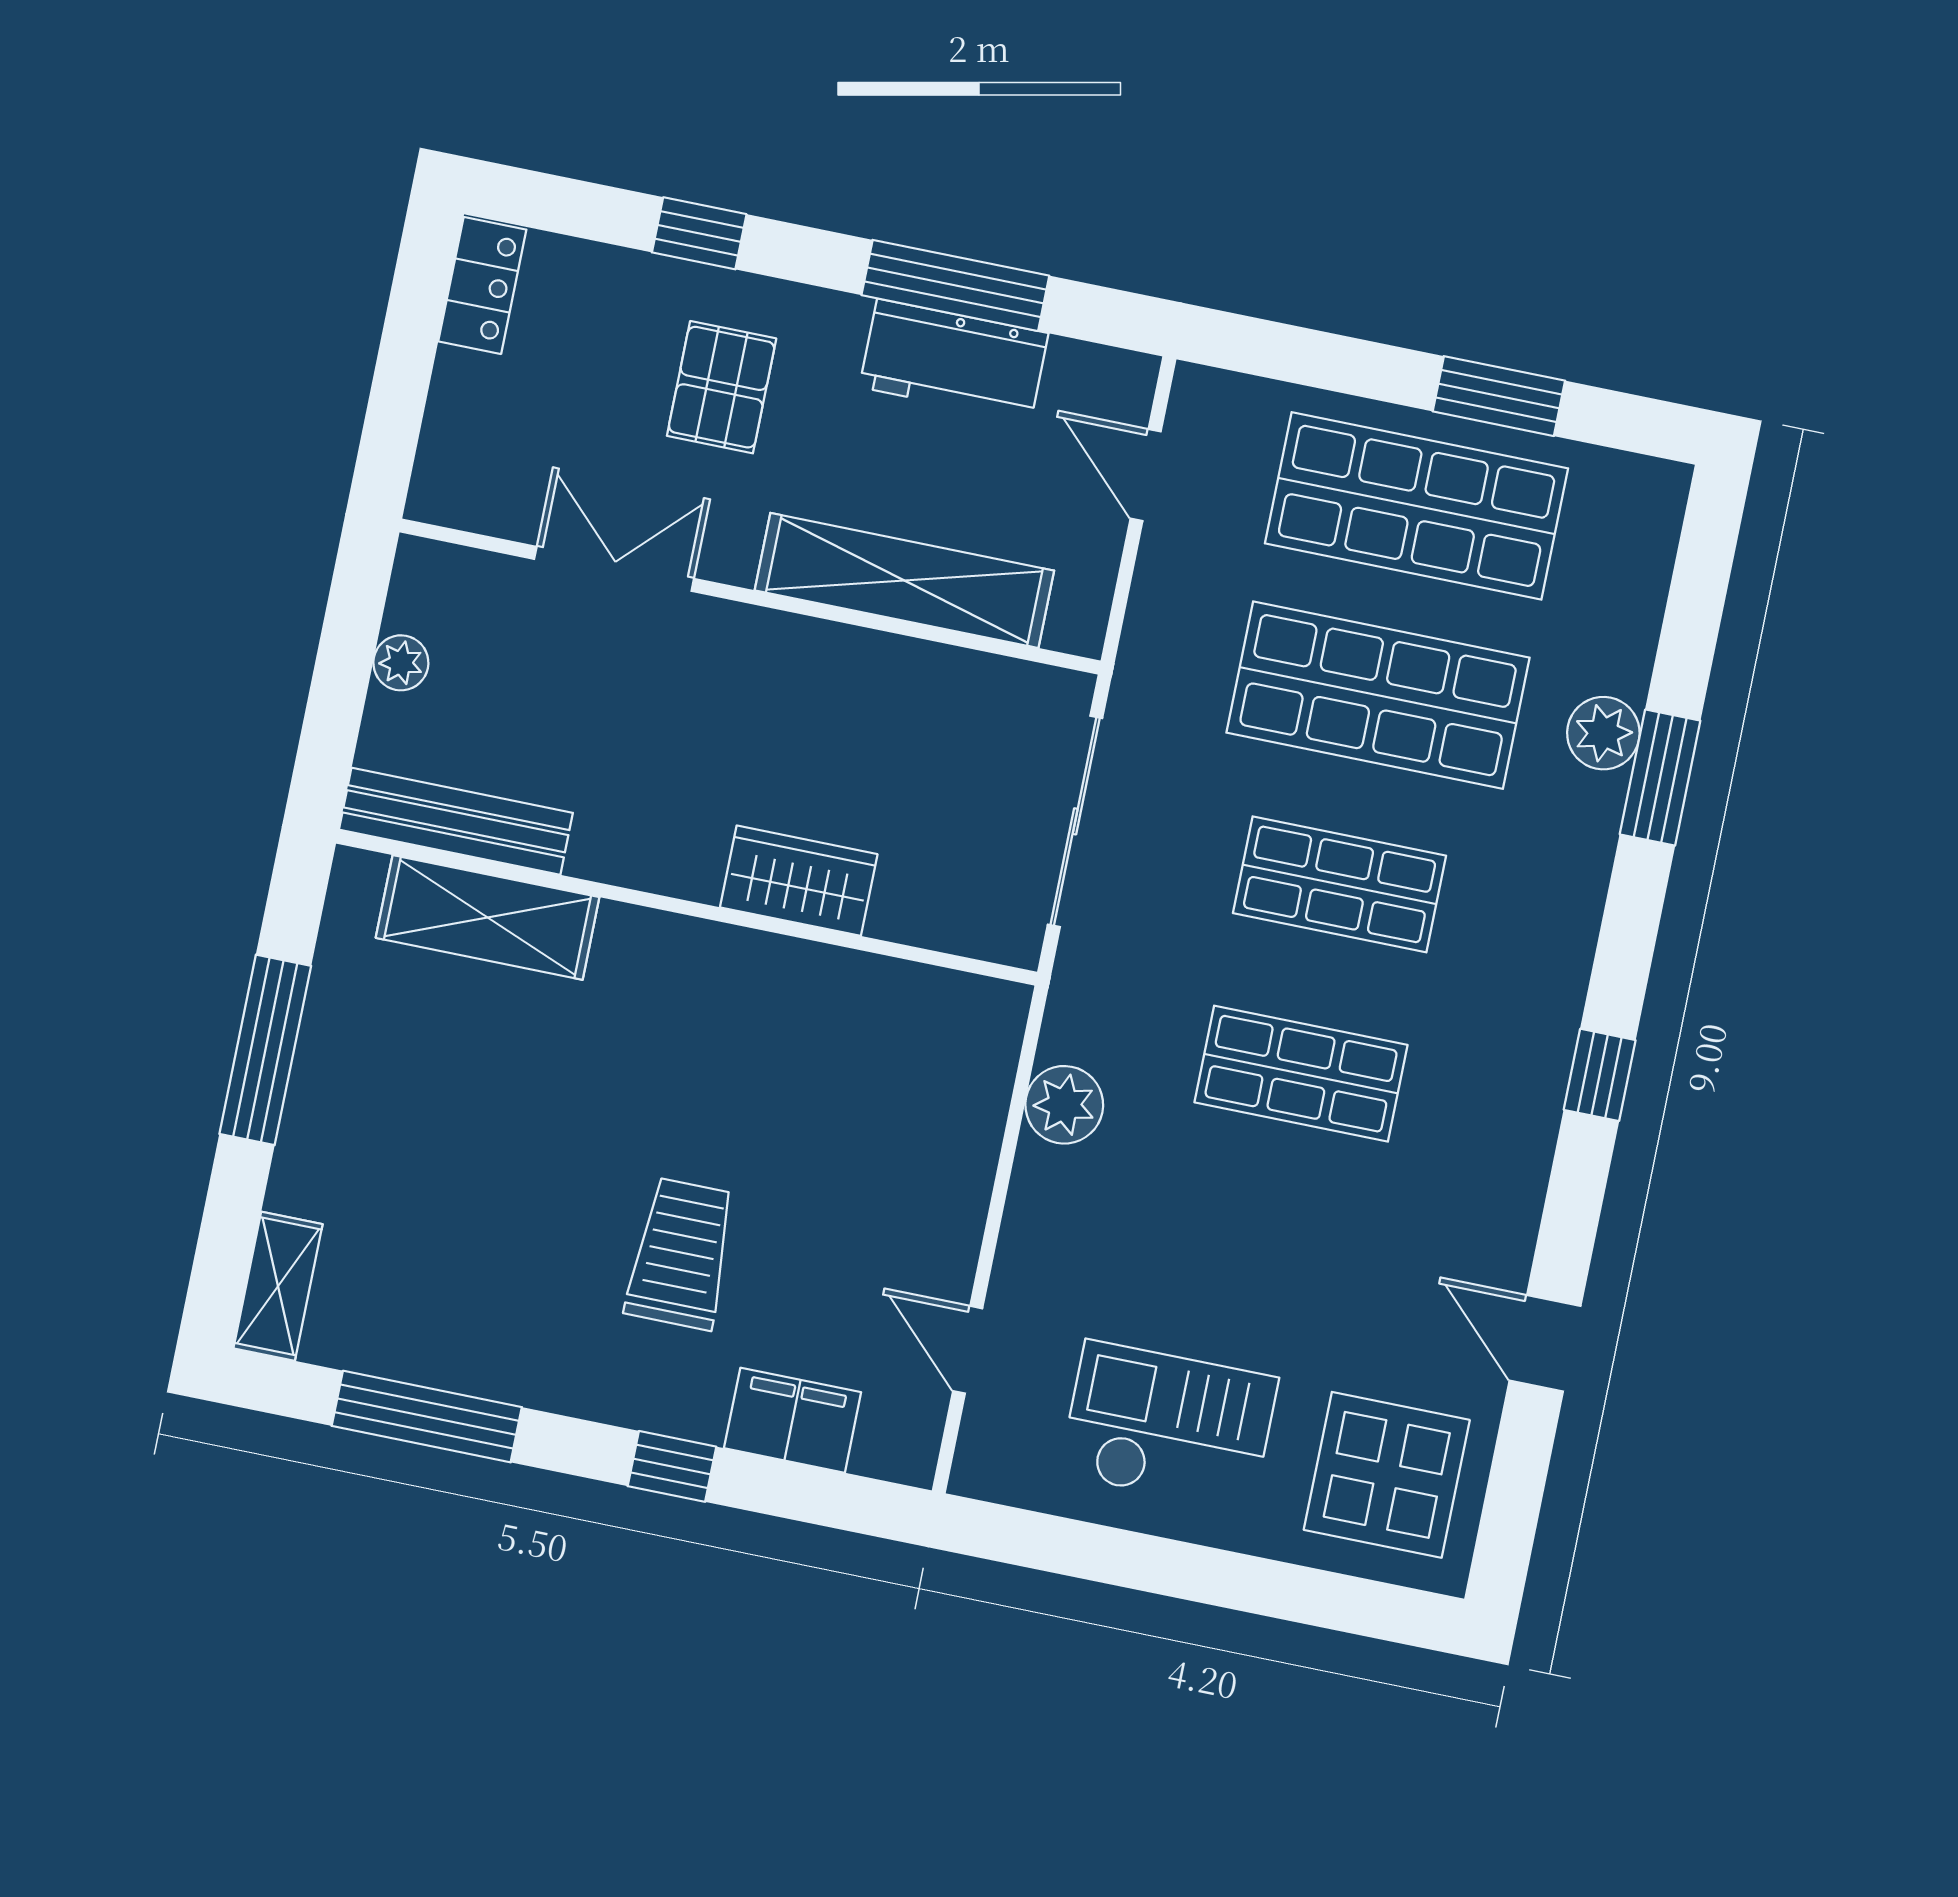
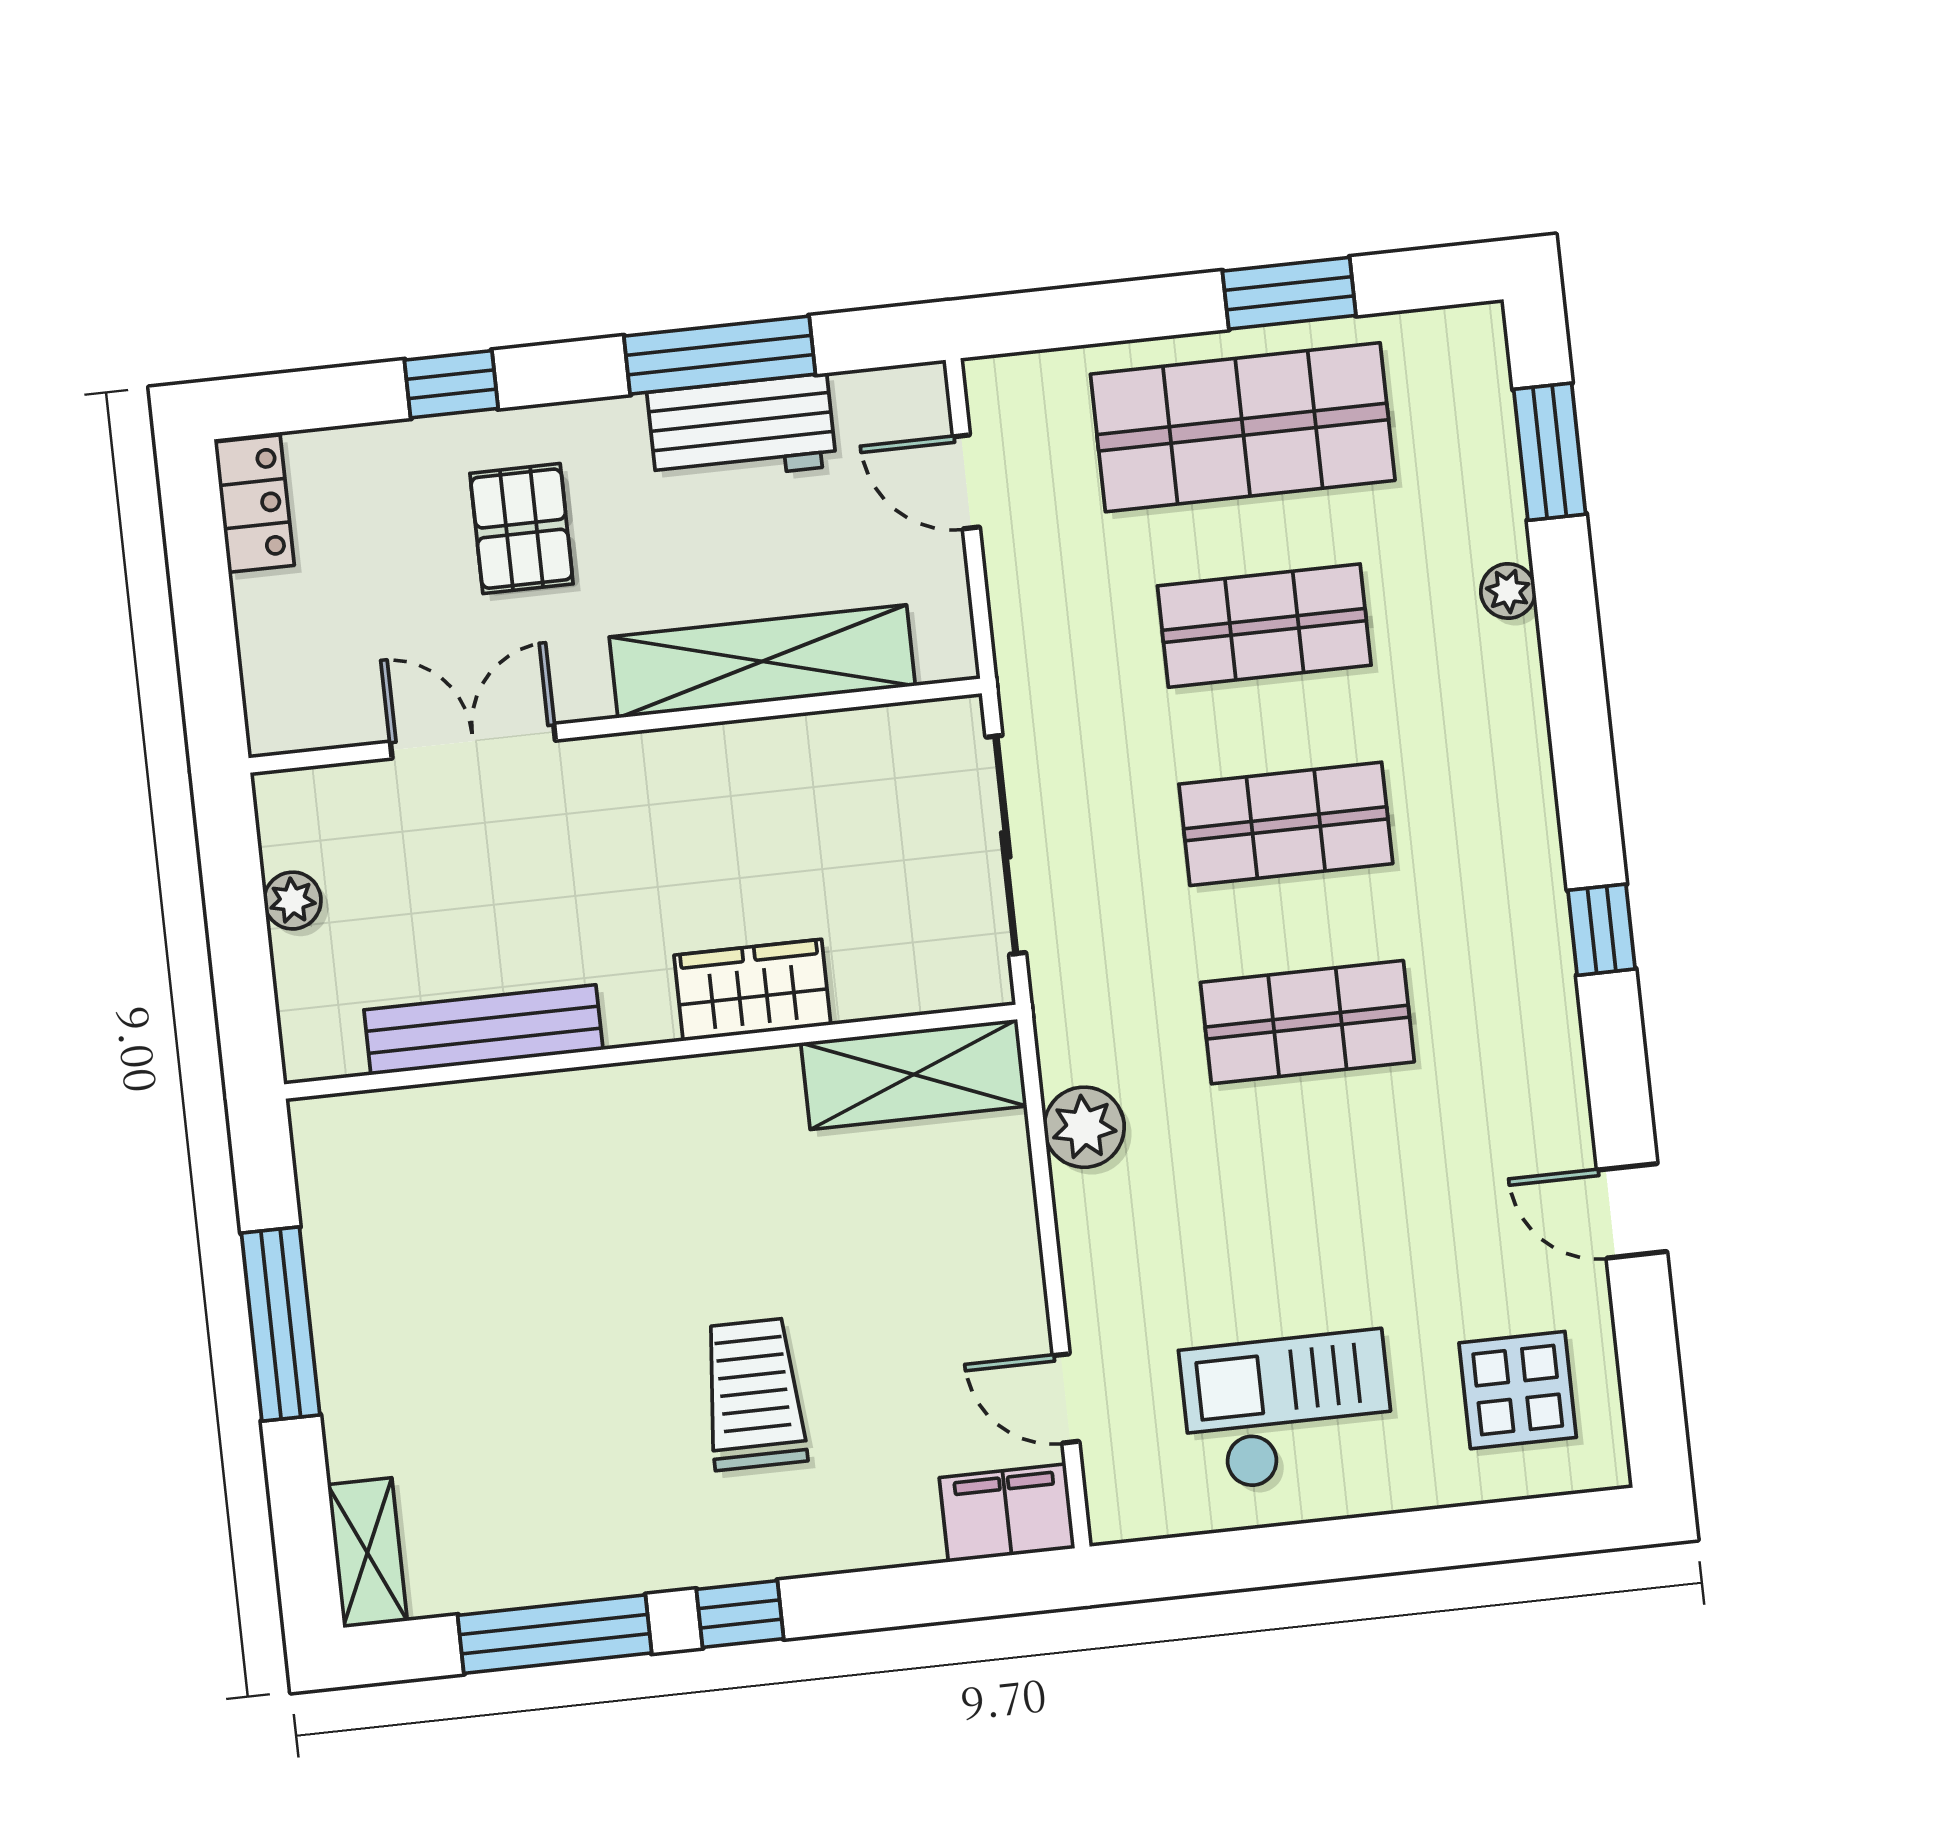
shop shelf: (1378, 695) -> (1264, 626), width x0.70, depth x0.74
plant: (1603, 733) -> (1508, 591), width x0.73, depth x0.73
window: (1660, 778) -> (1550, 452), moved
bench: (456, 821) -> (483, 1030), moved
shelving: (488, 917) -> (914, 1074), moved
filing cabinet: (793, 1420) -> (1007, 1513), moved
window: (672, 1466) -> (740, 1614), moved
display table: (1387, 1475) -> (1518, 1390), width x0.73, depth x0.73

